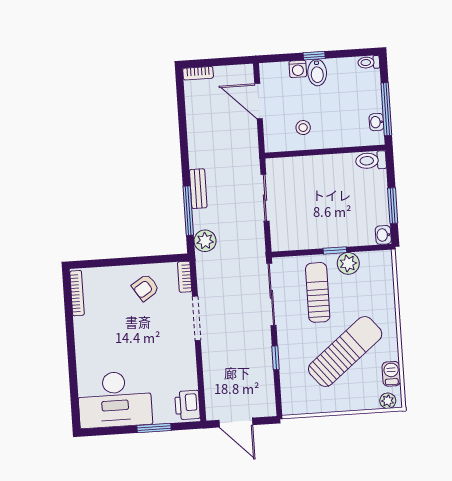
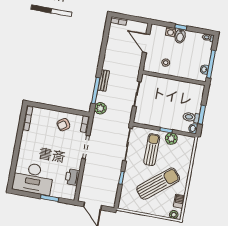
toilet: (371, 160) -> (191, 117), moved
printer: (187, 405) -> (72, 177), moved

